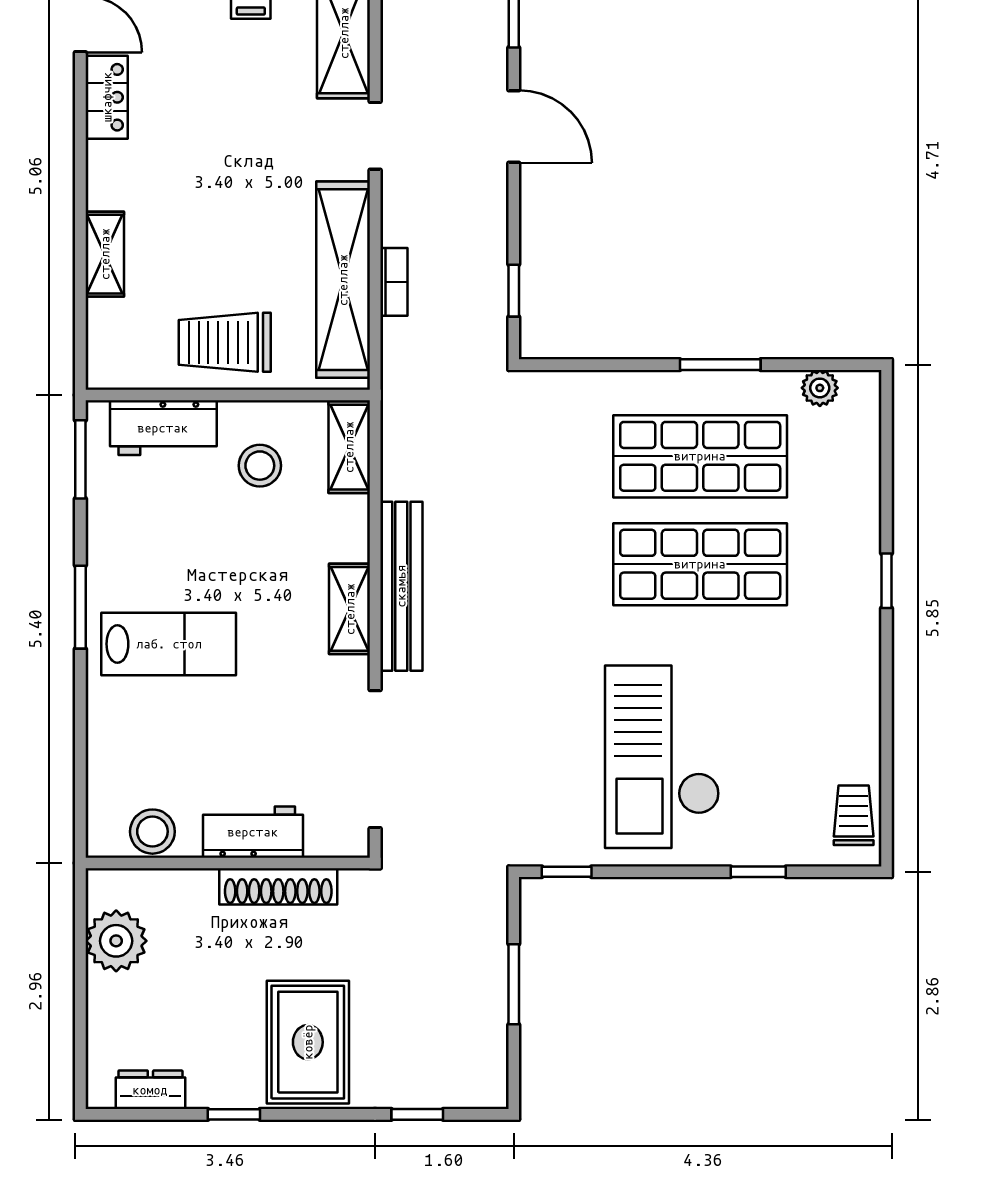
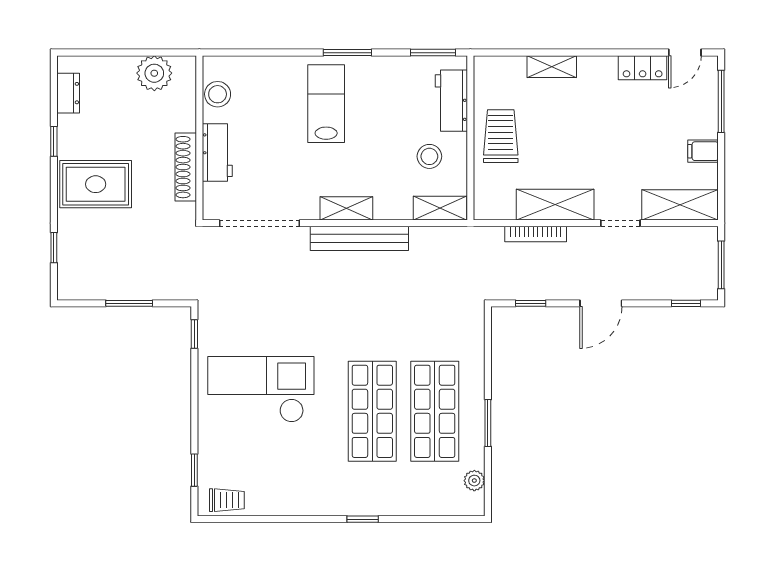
door: (514, 127) -> (601, 303), moved
shelving: (343, 280) -> (555, 205), width x0.68
bookcase: (394, 282) -> (536, 234), width x1.56
lab bench: (169, 644) -> (326, 104), turned 180
window: (758, 872) -> (194, 470), moved

